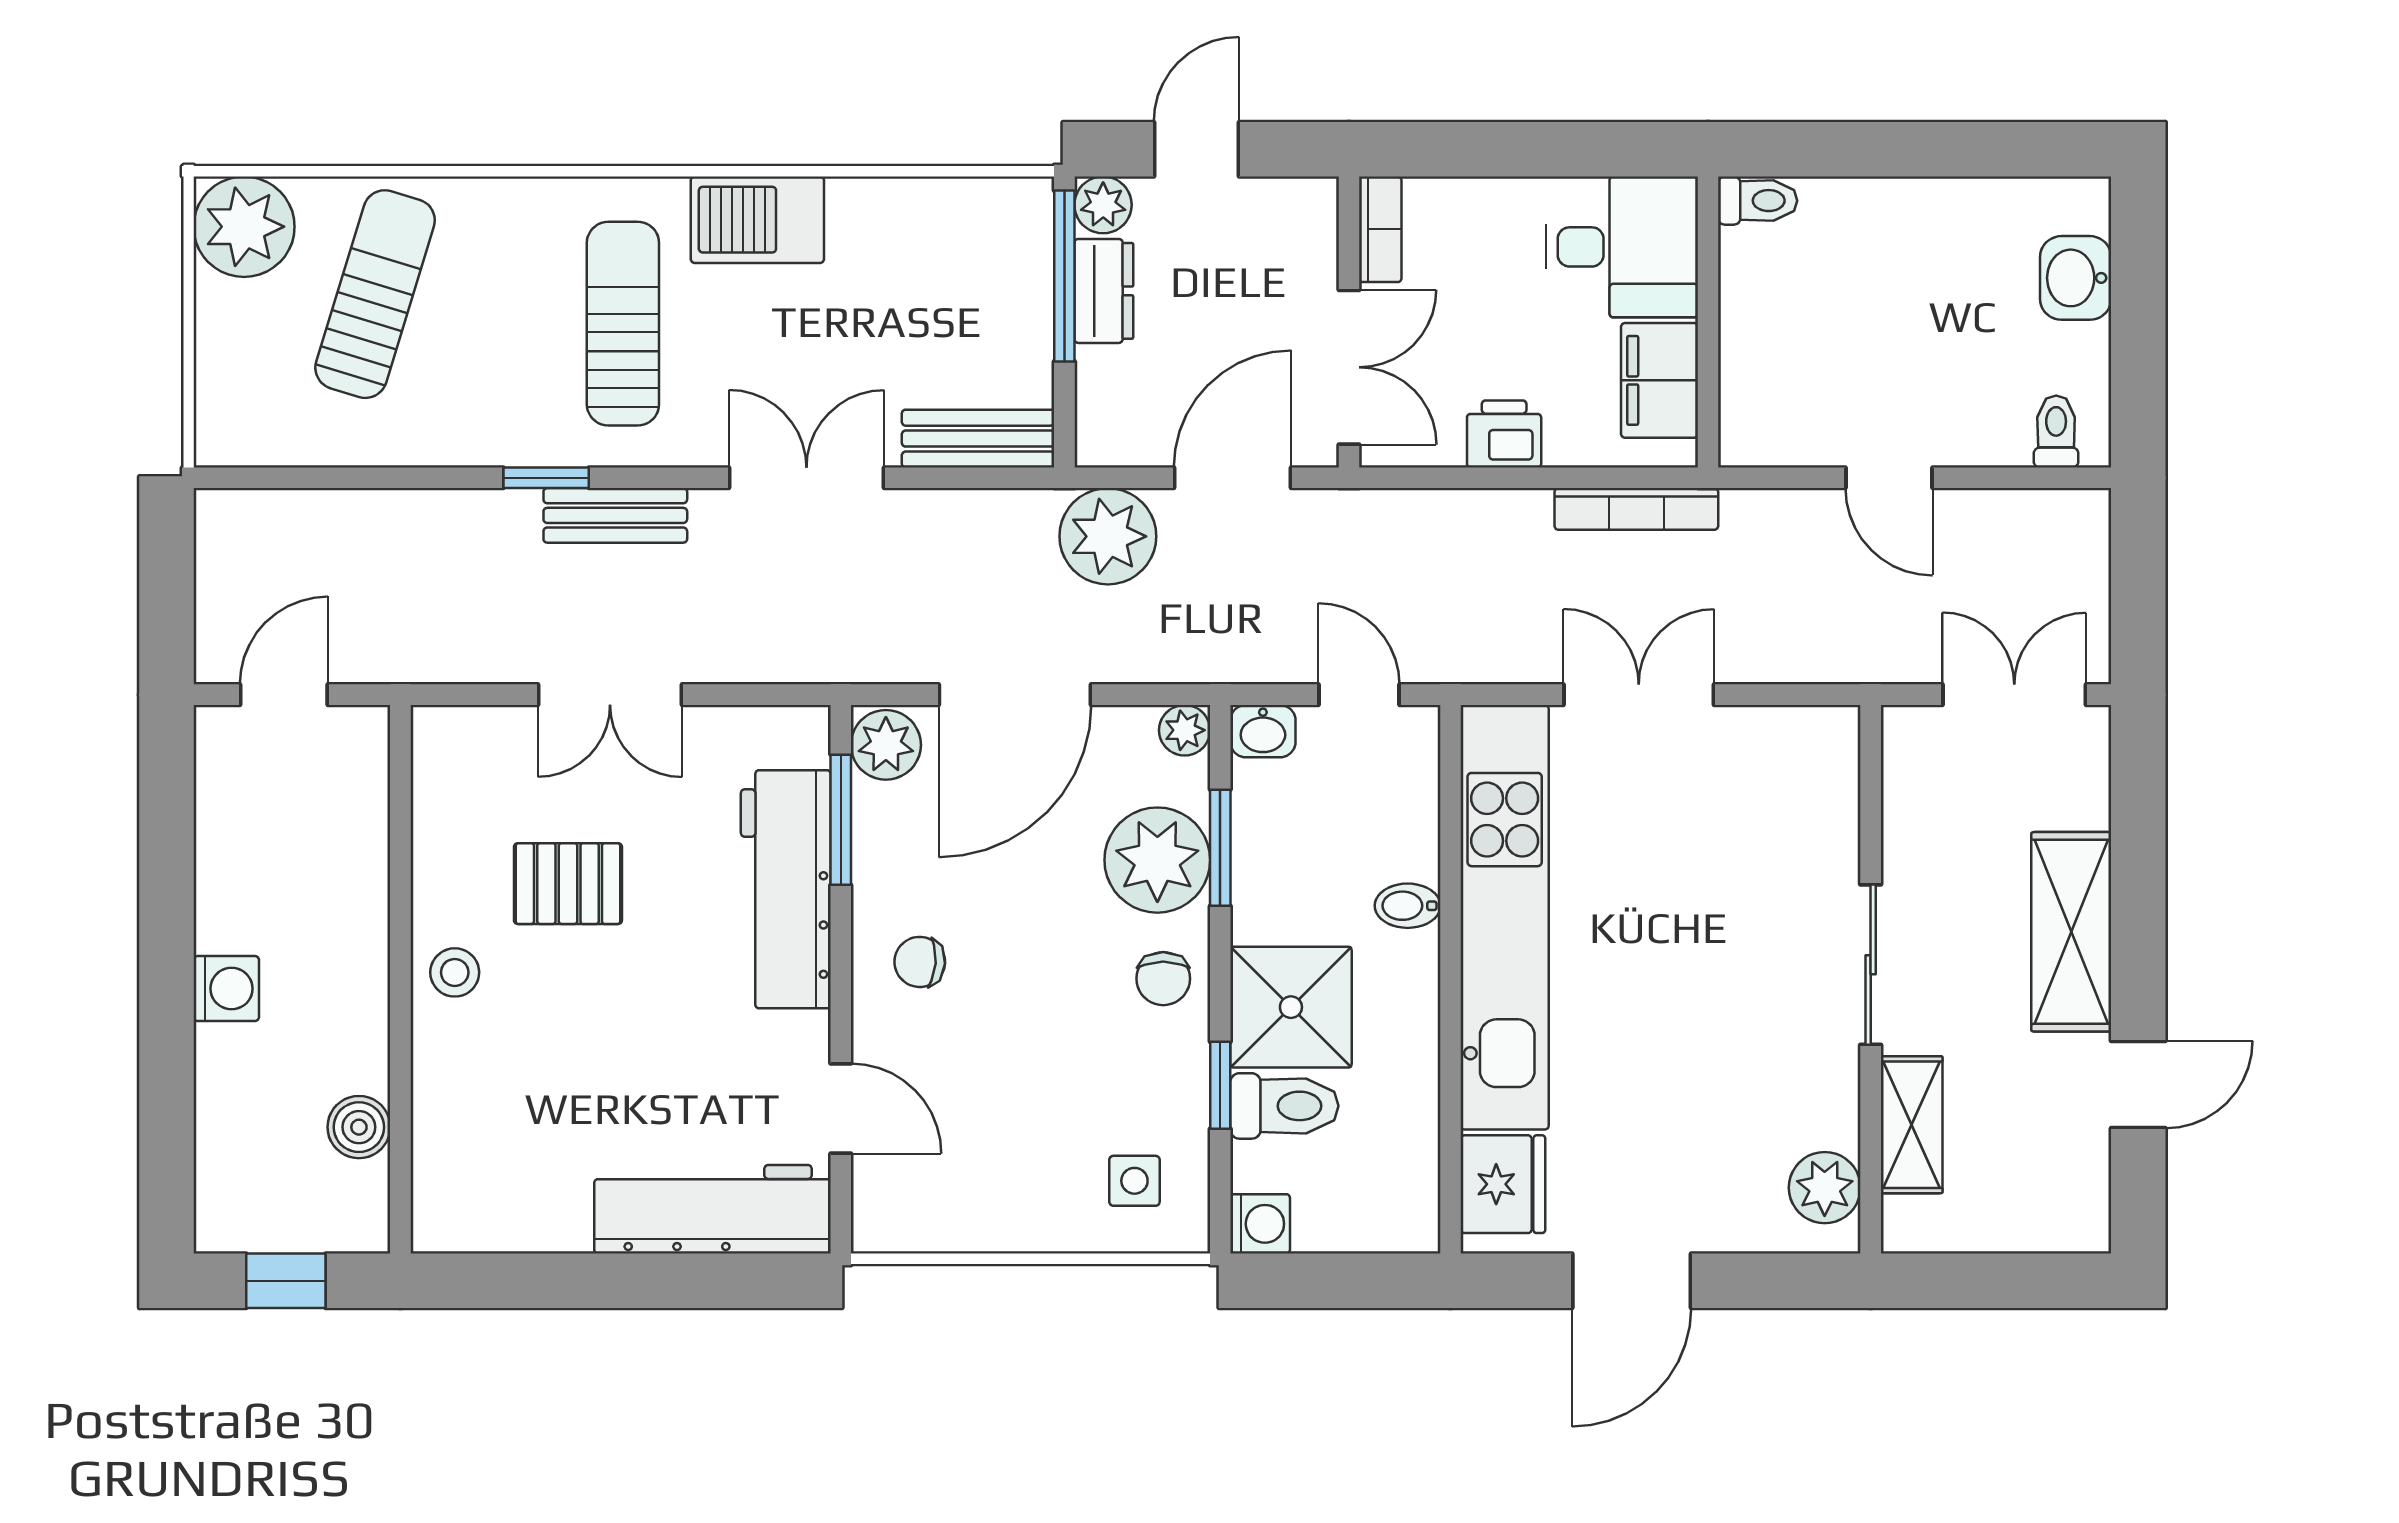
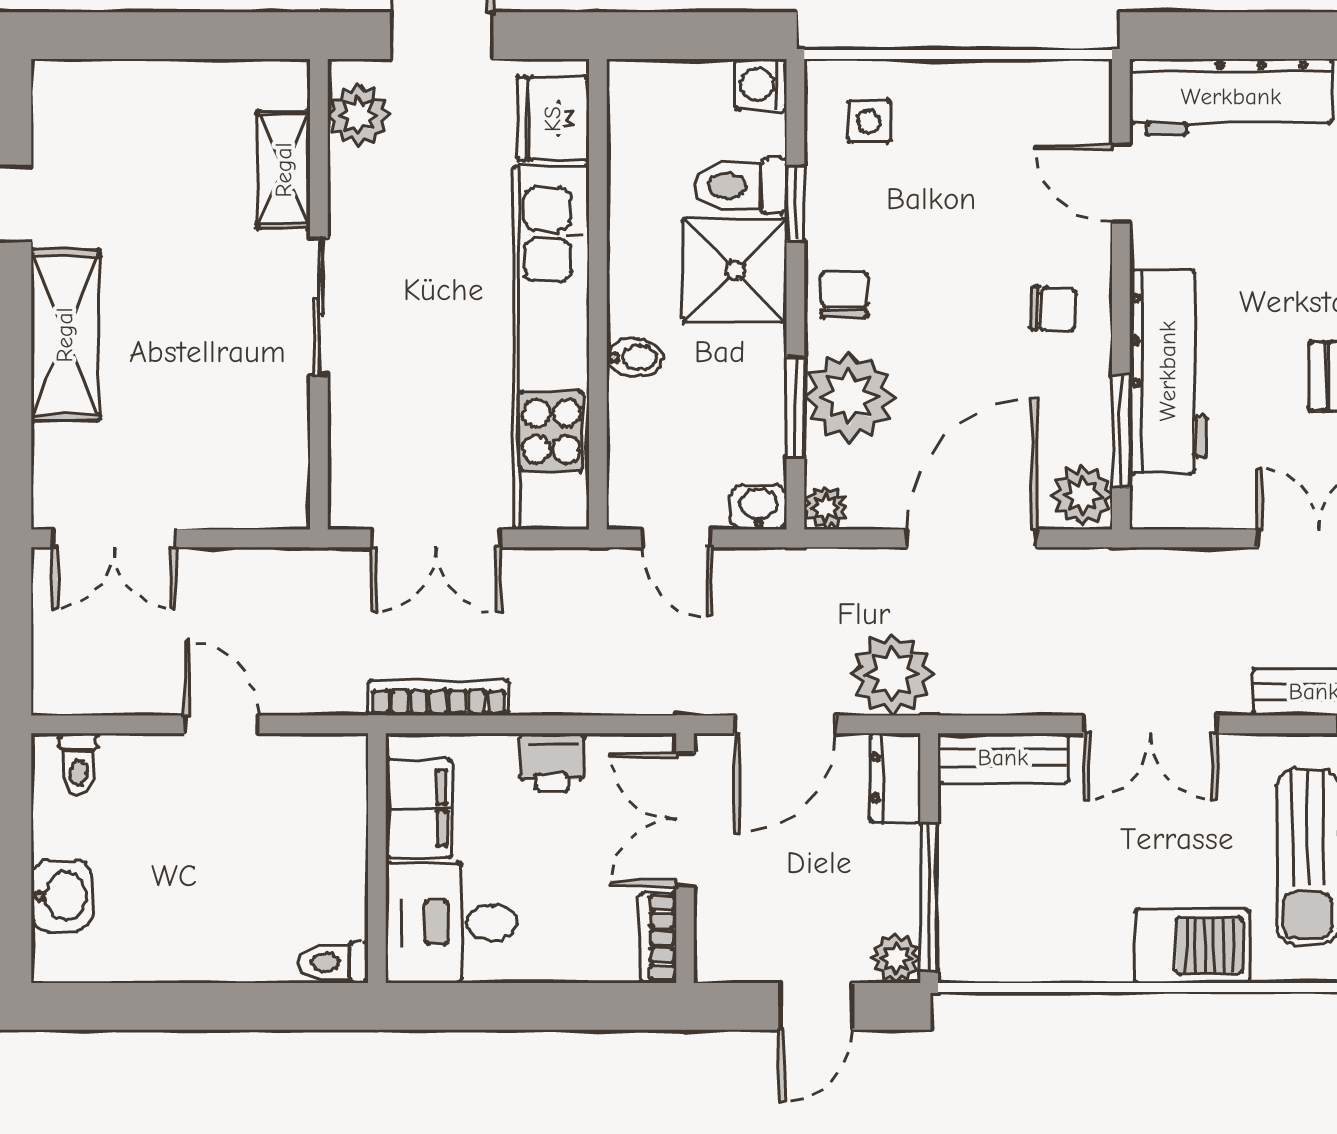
dresser: (1104, 291) -> (895, 778), moved
sliding door: (1871, 965) -> (319, 307), moved
wall: (1871, 979) -> (319, 294), moved
shelving: (1912, 1125) -> (284, 170), moved
plant: (1825, 1188) -> (358, 116), moved

